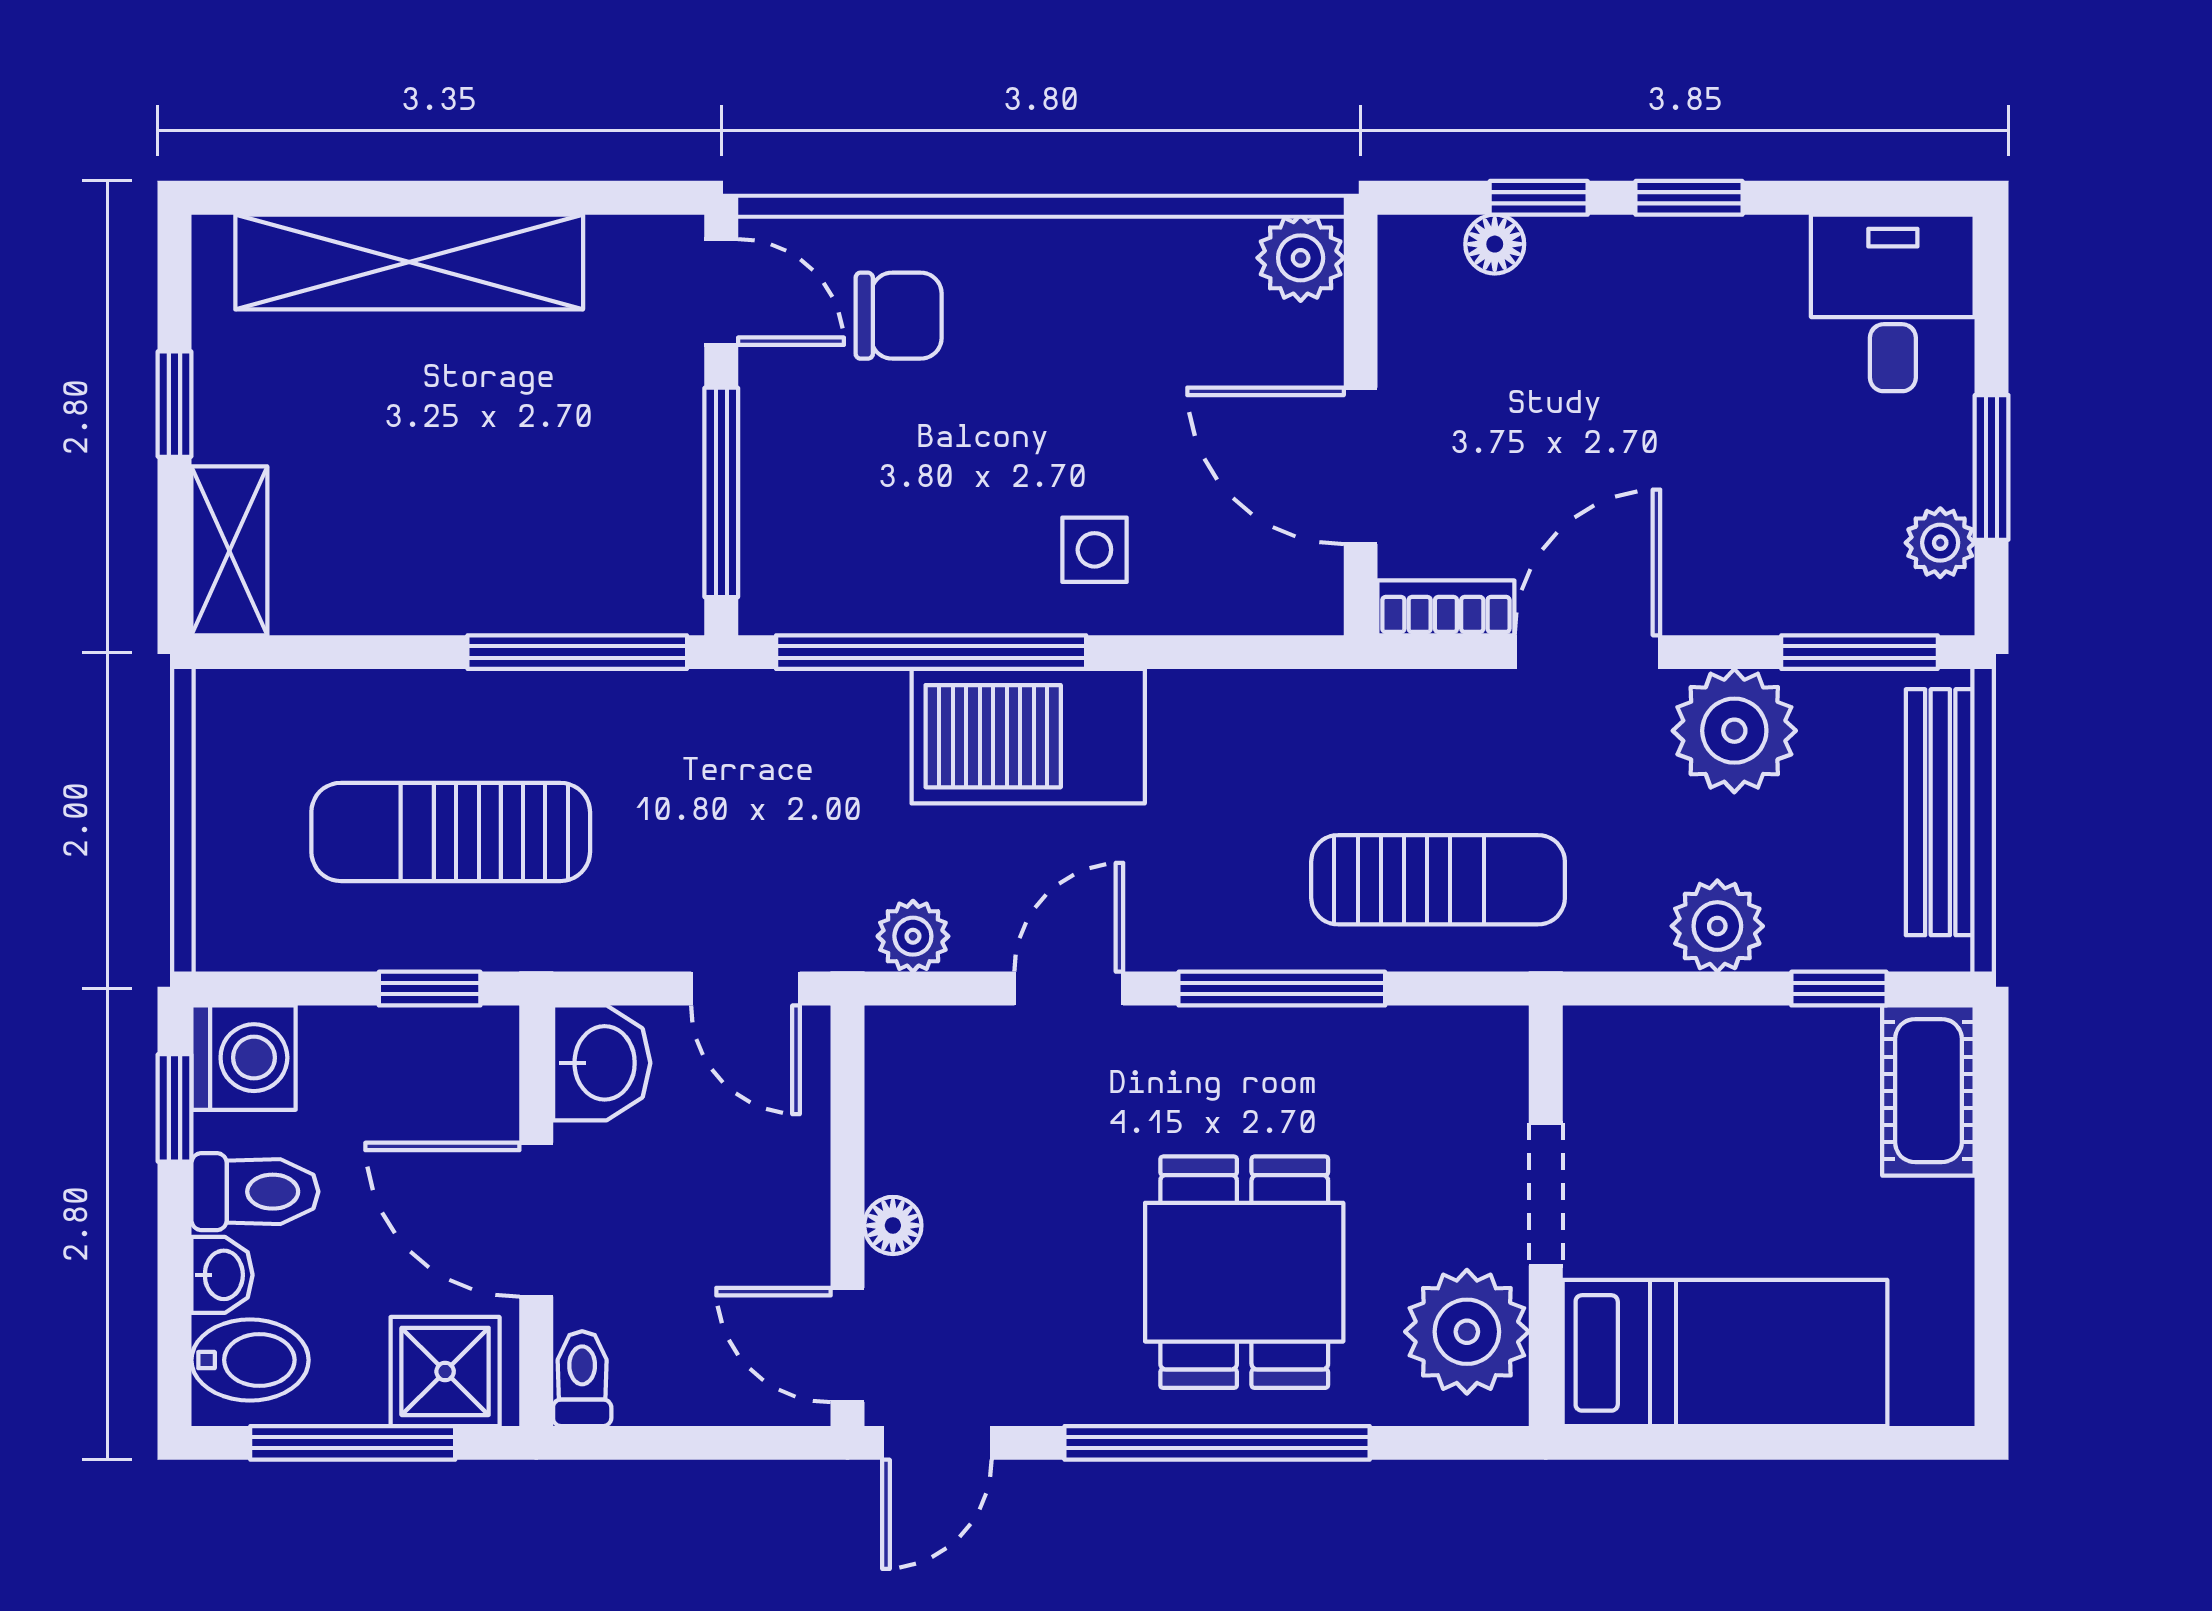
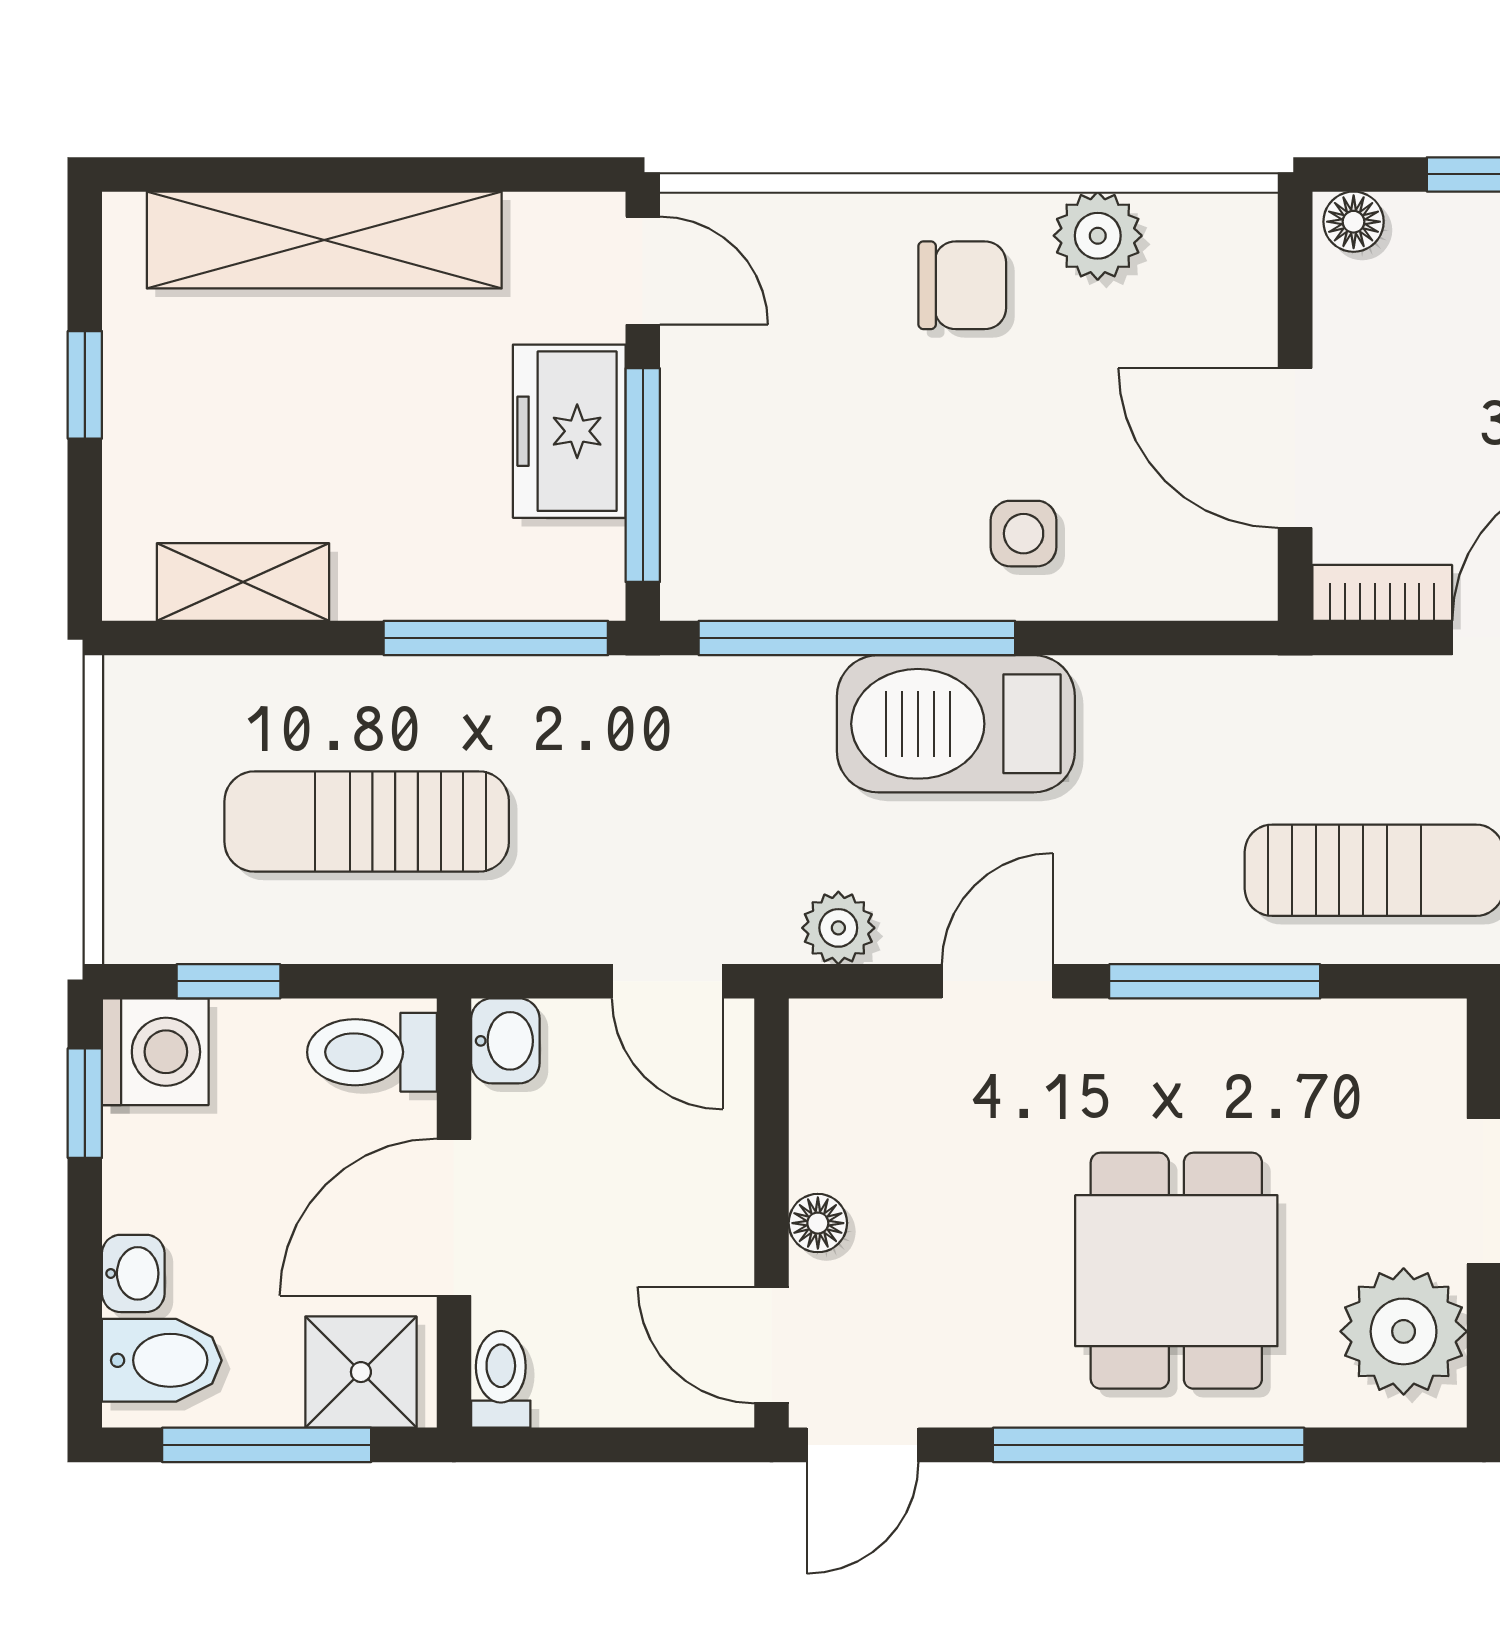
floor lamp: (1495, 244) -> (1354, 222), moved
plant: (1301, 258) -> (1098, 236), moved
chair: (899, 316) -> (962, 285), moved
freezer: (649, 449) -> (569, 431), added
shelving: (229, 551) -> (243, 582), moved, turned 90
window: (430, 989) -> (228, 981), moved
washbasin: (602, 1063) -> (505, 1041), width x0.72, depth x0.69
toilet: (255, 1192) -> (372, 1052), moved, turned 180
door: (536, 1220) -> (454, 1217), hinge flipped

